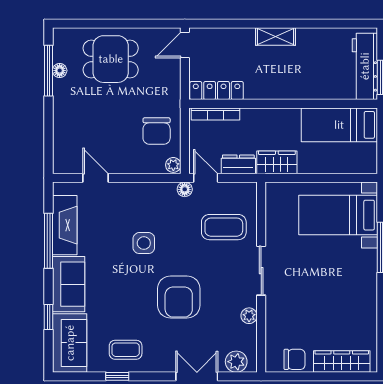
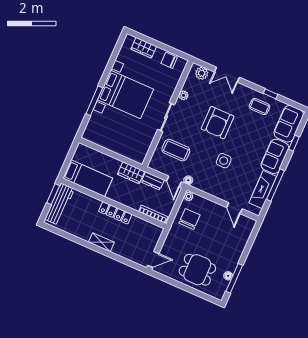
locker: (217, 91) -> (115, 213), moved
bed with nightstands: (338, 215) -> (125, 94), moved, width x1.36
armchair: (179, 297) -> (218, 123), turned 180
wardrobe: (342, 362) -> (144, 48), width x0.67

